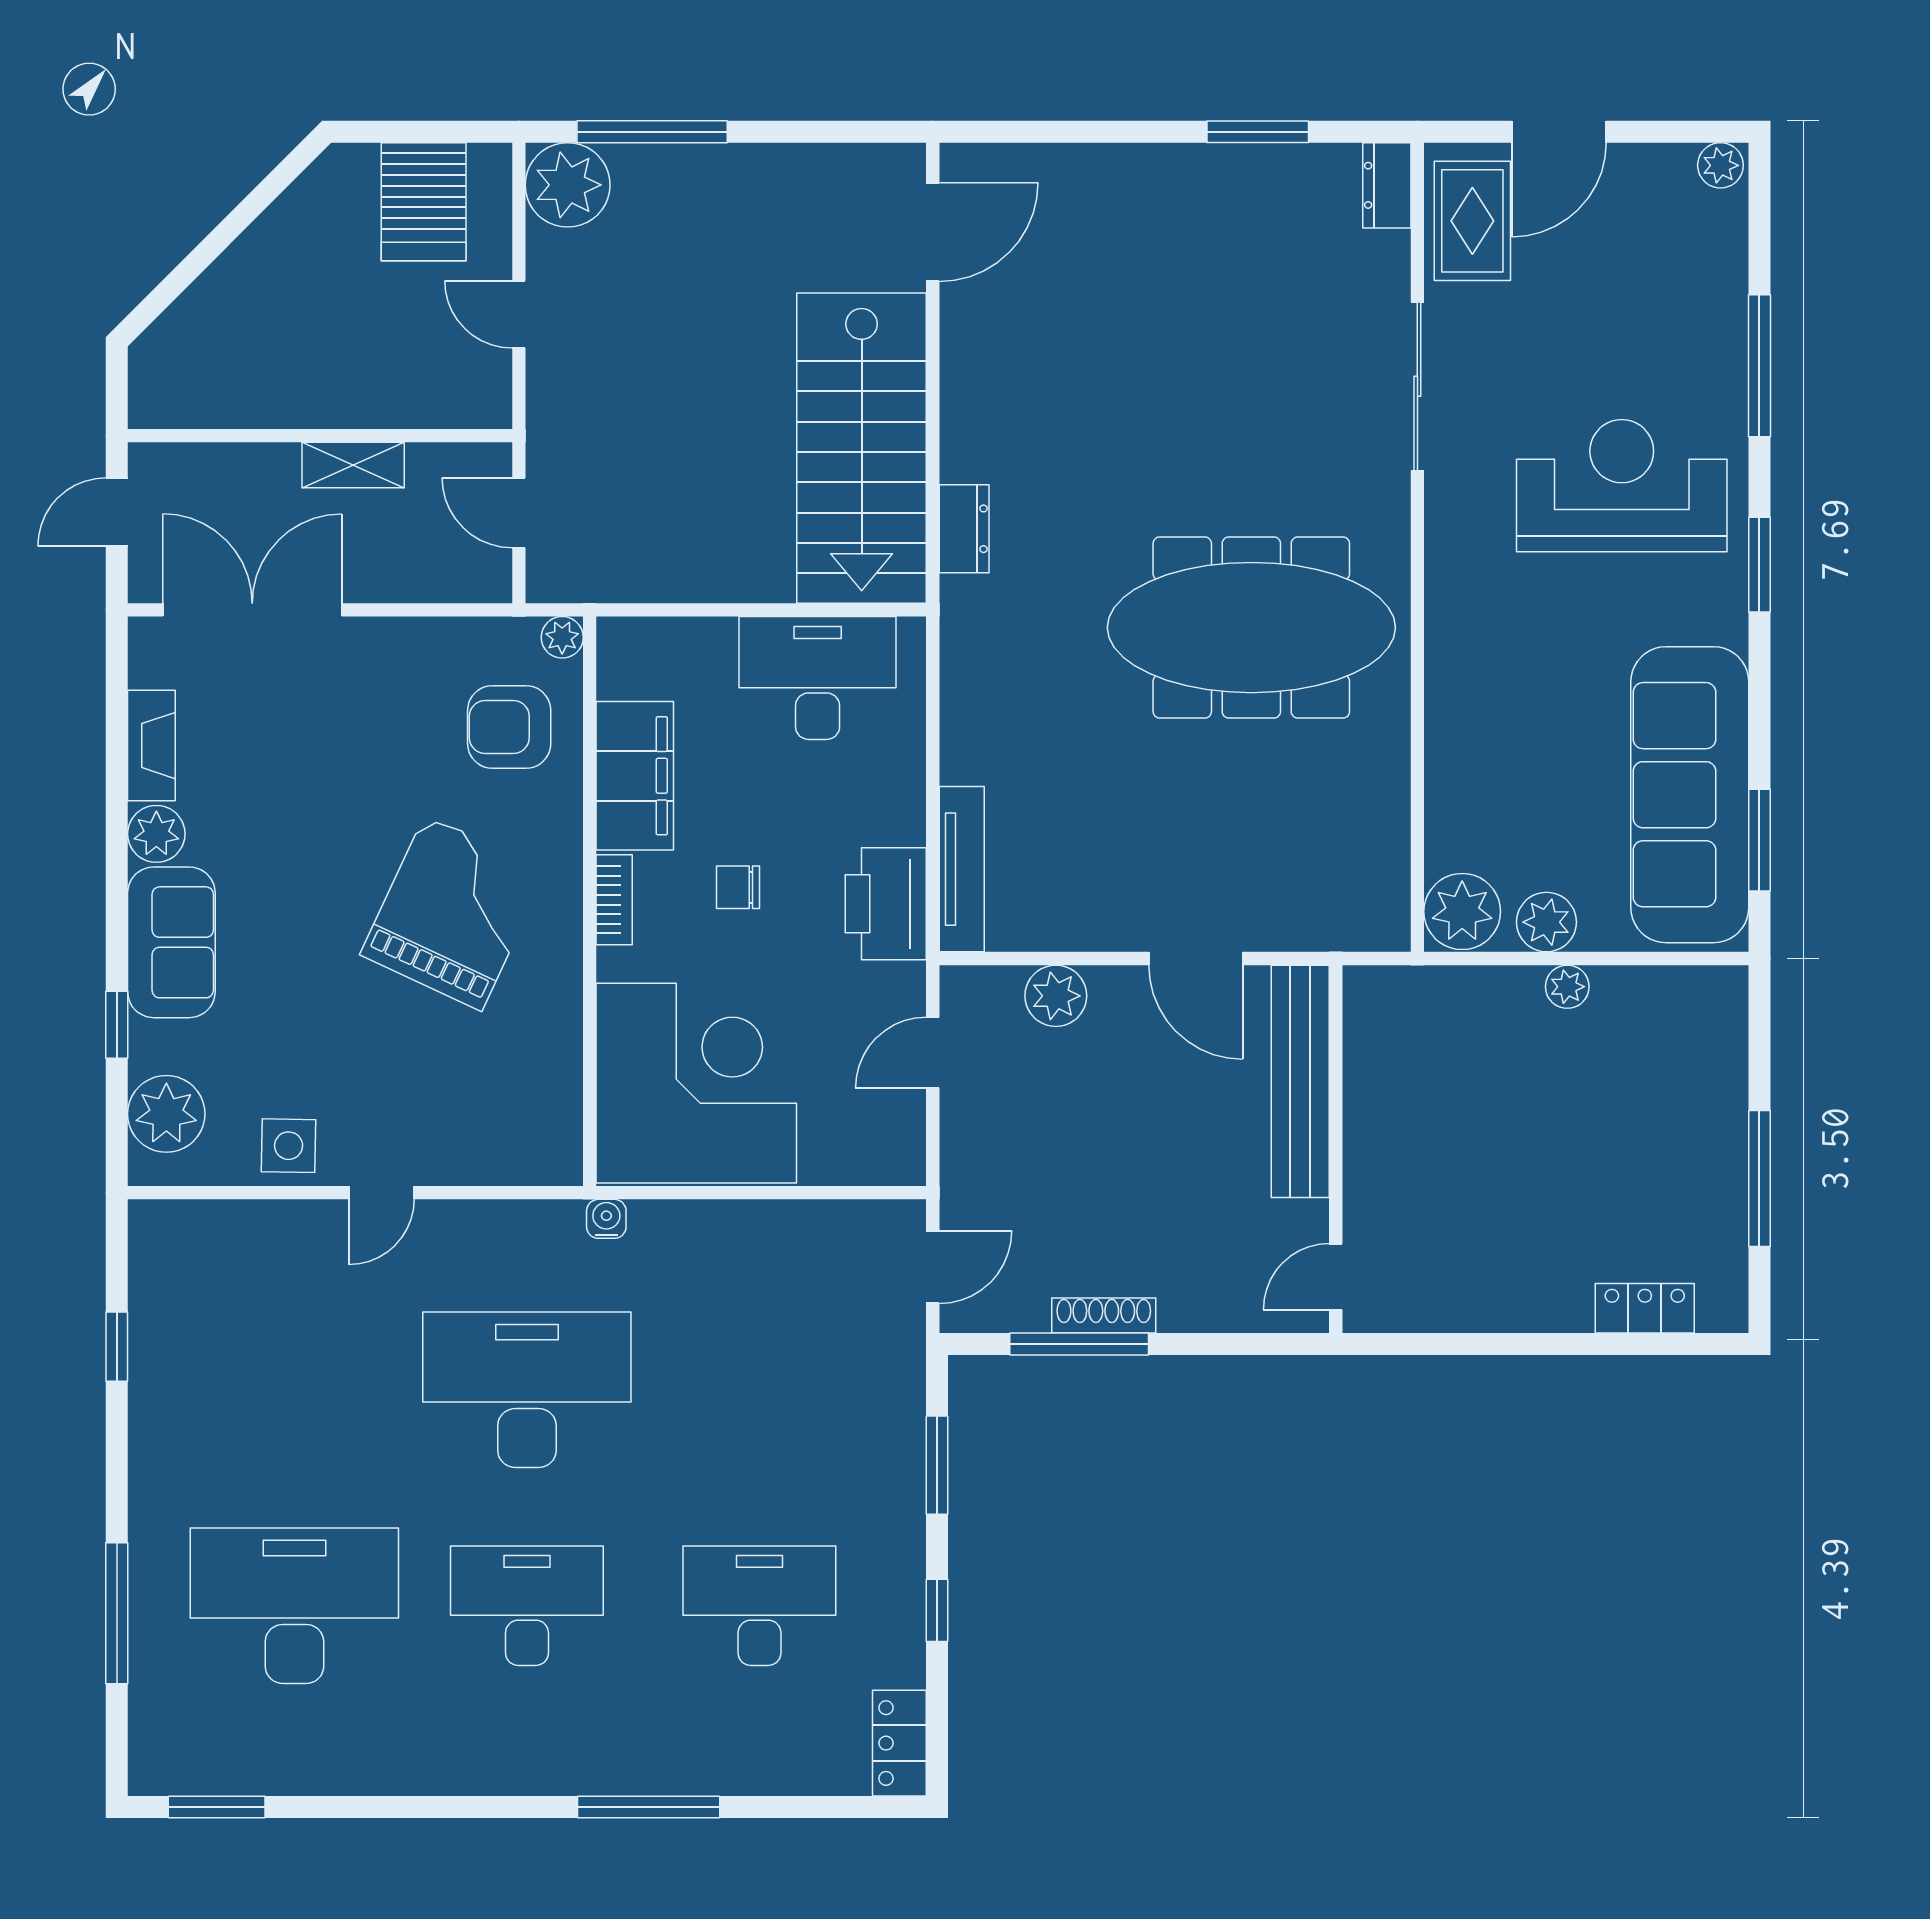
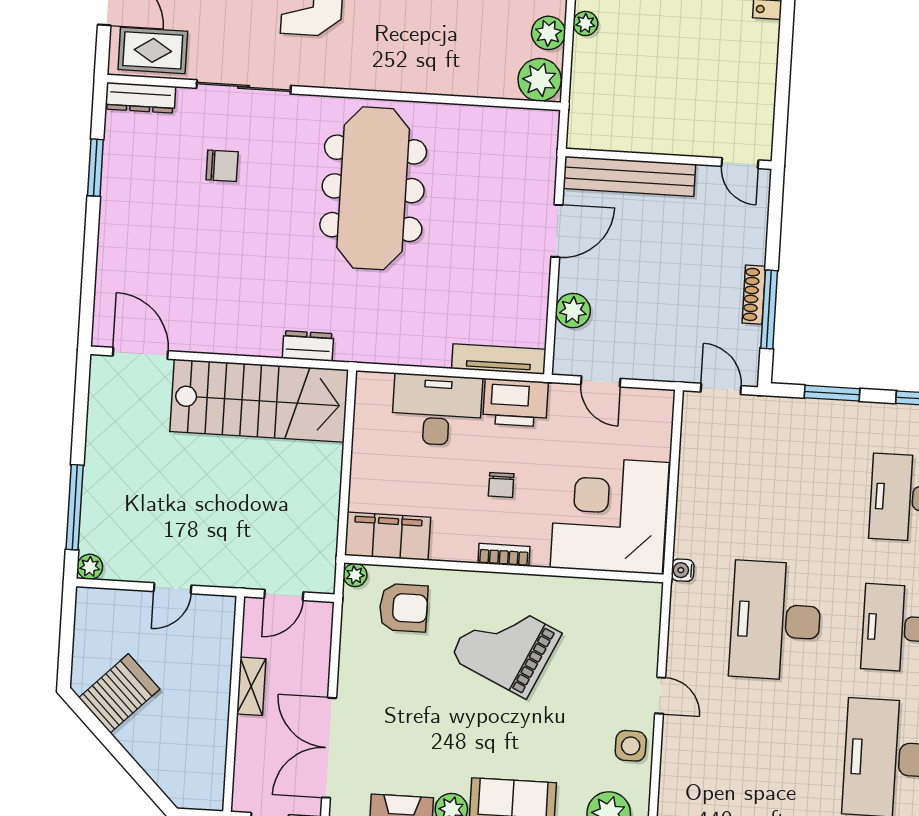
plant: (568, 185) -> (90, 567), width x0.53, depth x0.53
dresser: (1387, 185) -> (140, 98), width x1.44
server rack: (424, 202) -> (119, 693), moved, turned -45
chair: (1275, 357) -> (222, 166), added
desk: (818, 678) -> (437, 410), moved, turned 90
armchair: (509, 727) -> (403, 608), turned -90
filing cabinet: (635, 776) -> (388, 536), moved

